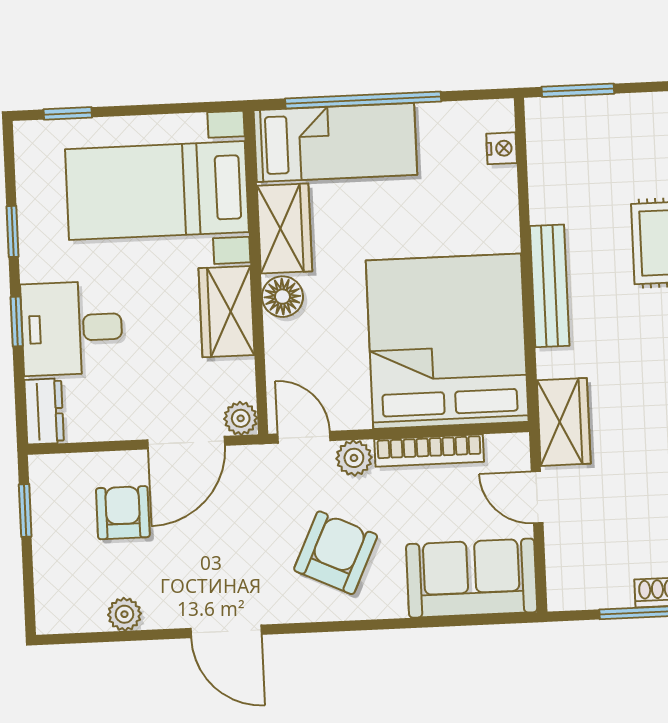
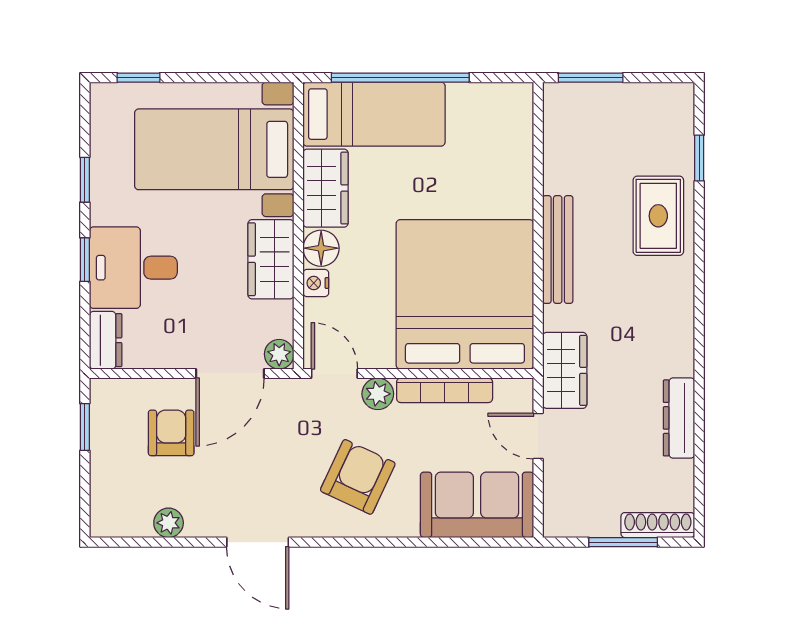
nightstand: (502, 148) -> (316, 283), moved, turned 180

